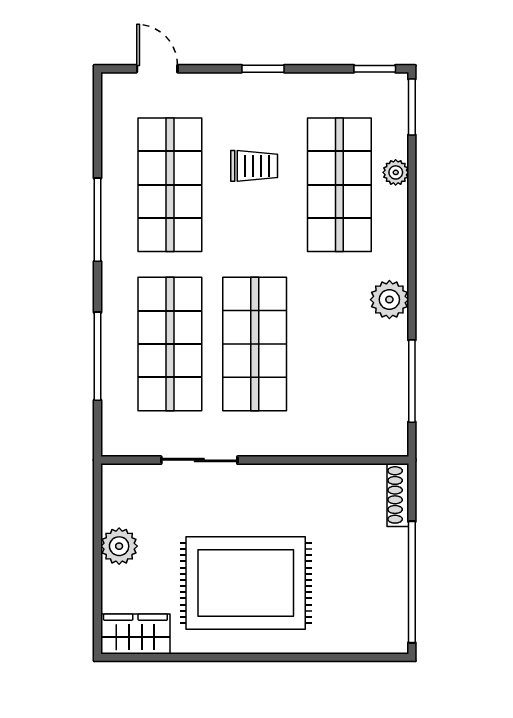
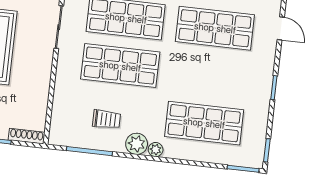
door: (157, 69) -> (281, 28), hinge flipped
trolley: (254, 166) -> (107, 119), moved, turned -90
plant: (396, 172) -> (156, 150), moved

